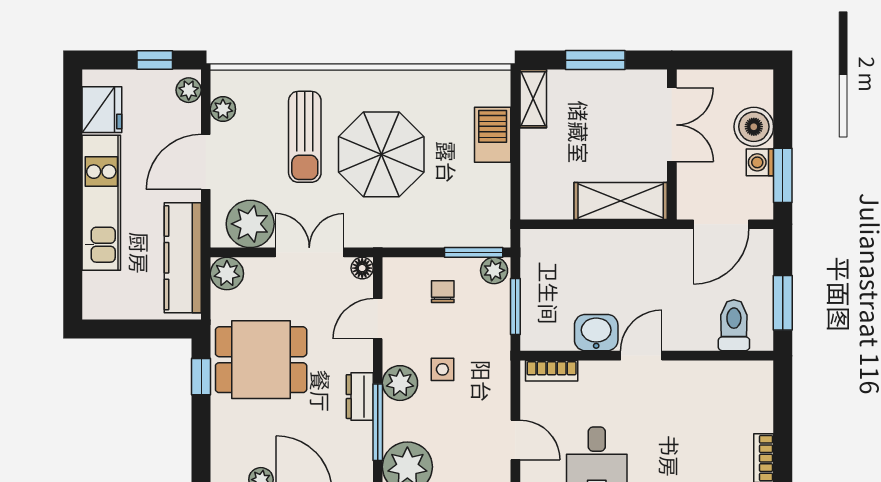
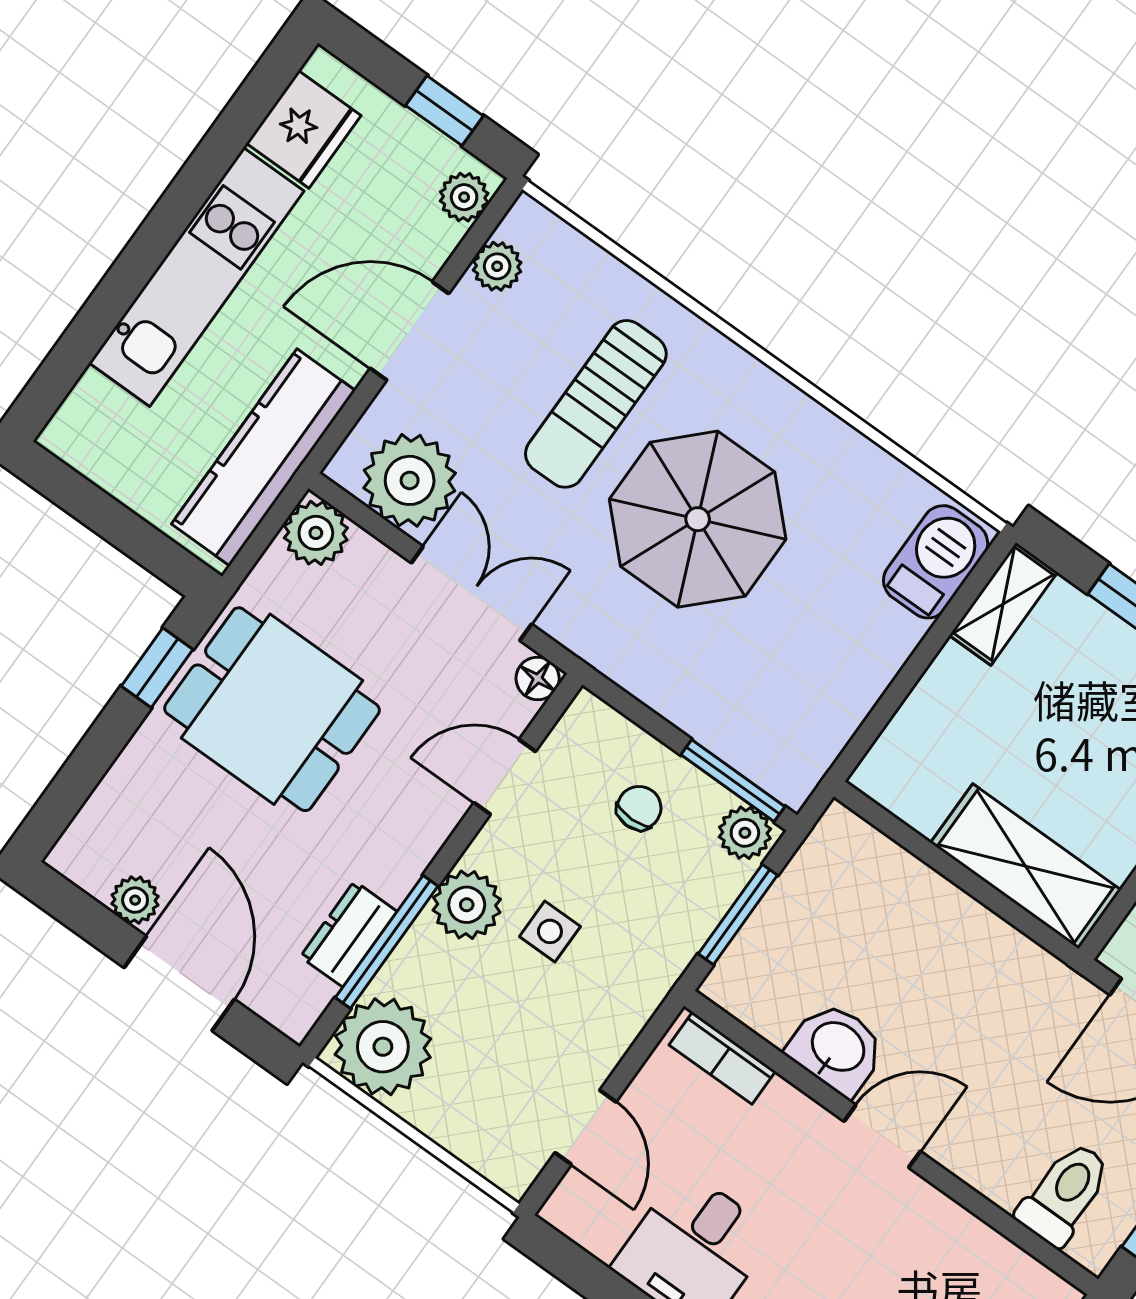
barbecue: (493, 135) -> (936, 562), moved
dresser: (360, 397) -> (349, 934), moved

